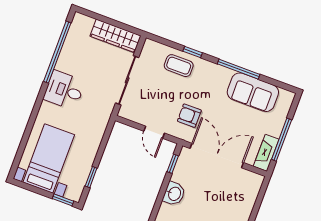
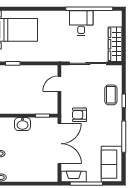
desk: (64, 90) -> (81, 23), moved
sofa: (253, 92) -> (112, 164), moved
armchair: (189, 116) -> (80, 115), turned -90
door: (154, 132) -> (59, 84), moved

